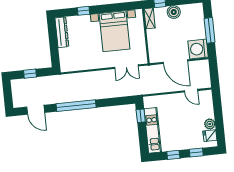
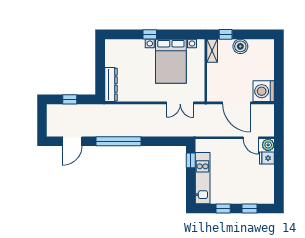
window: (83, 11) -> (150, 34), moved
window: (210, 30) -> (279, 71), removed
dresser: (62, 32) -> (111, 85), moved
door: (36, 110) -> (72, 141), hinge flipped
plant: (210, 124) -> (268, 145), moved
fridge: (210, 136) -> (267, 158), moved

